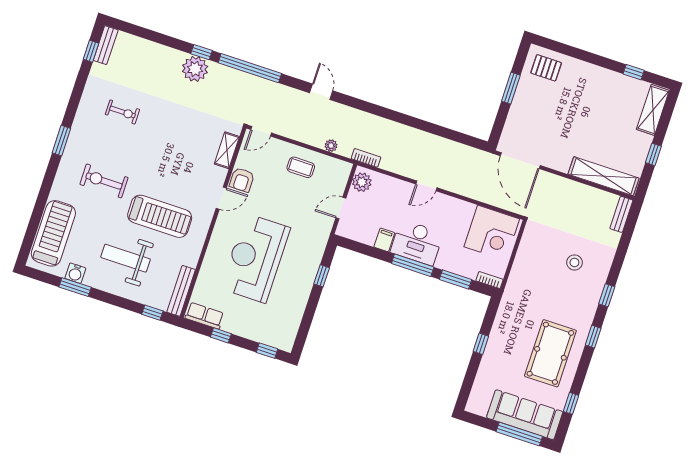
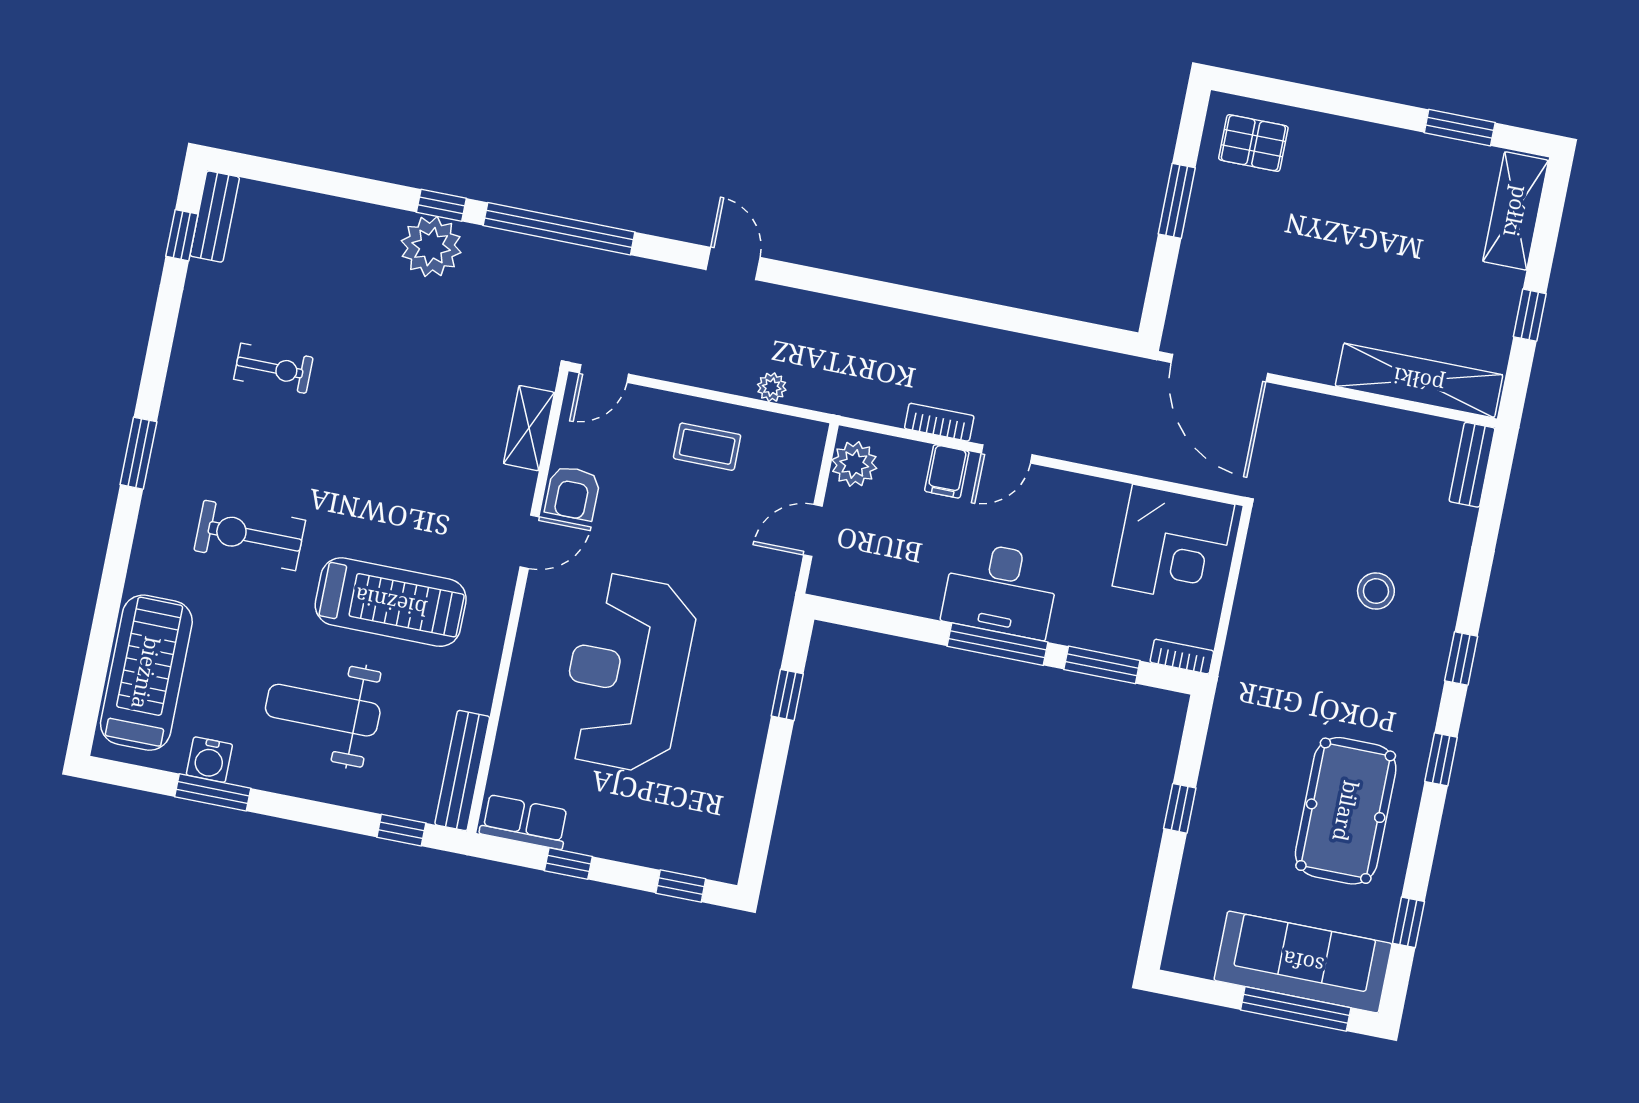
window: (634, 72) -> (1460, 128), width x1.50
bookcase: (366, 158) -> (939, 422), moved
filing cabinet: (384, 240) -> (947, 471), moved, turned 180

